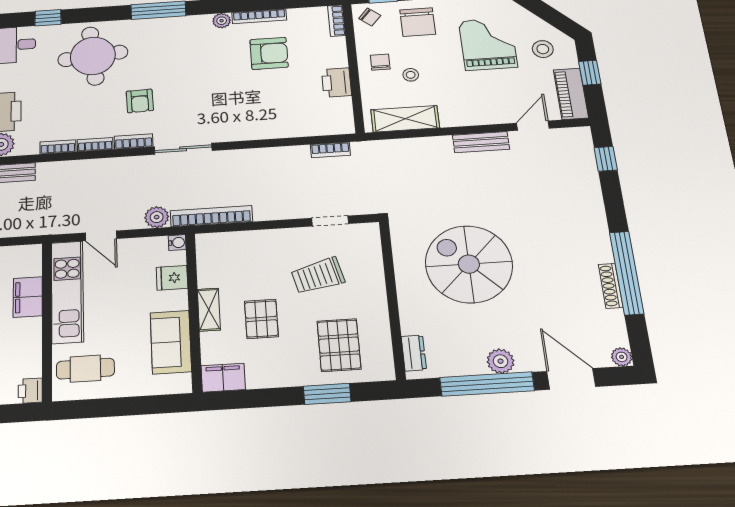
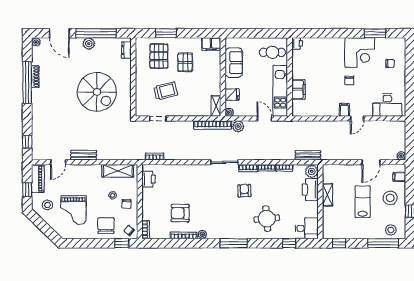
round table: (93, 56) -> (267, 219), width x0.73, depth x0.73
printer: (336, 83) -> (149, 179), moved
shelving: (209, 310) -> (216, 106), moved
pallet: (261, 319) -> (185, 62), moved

